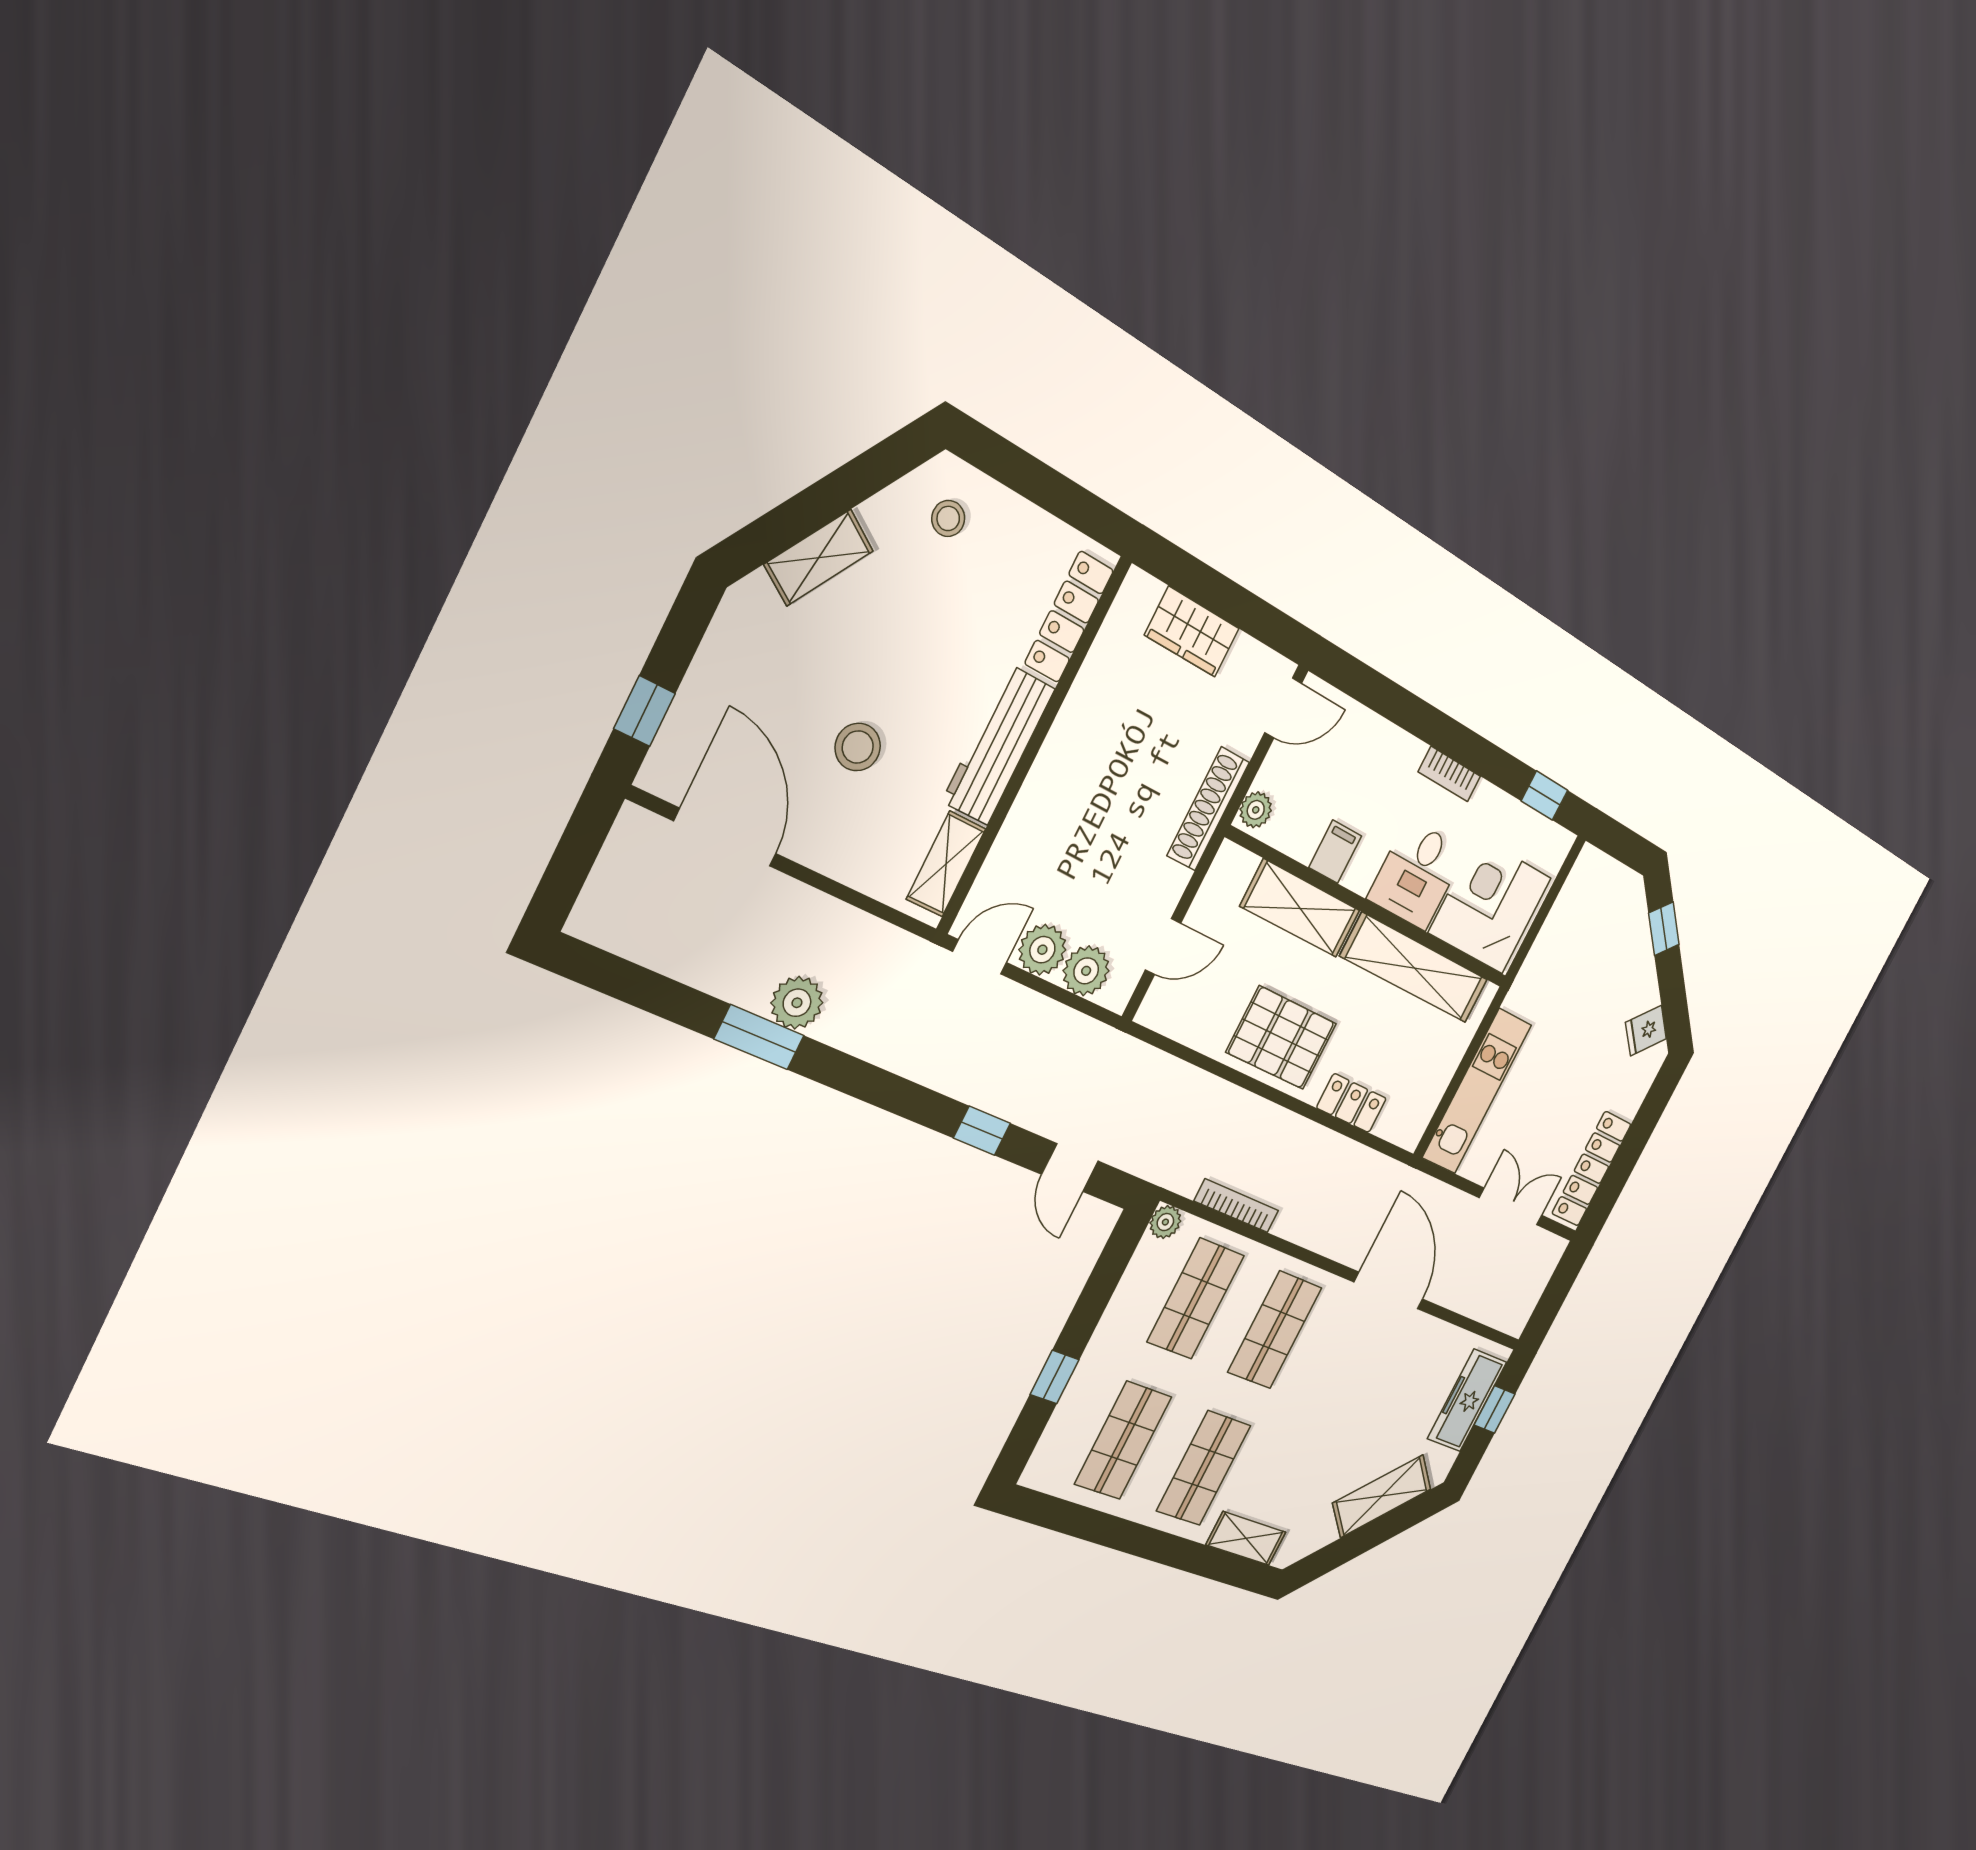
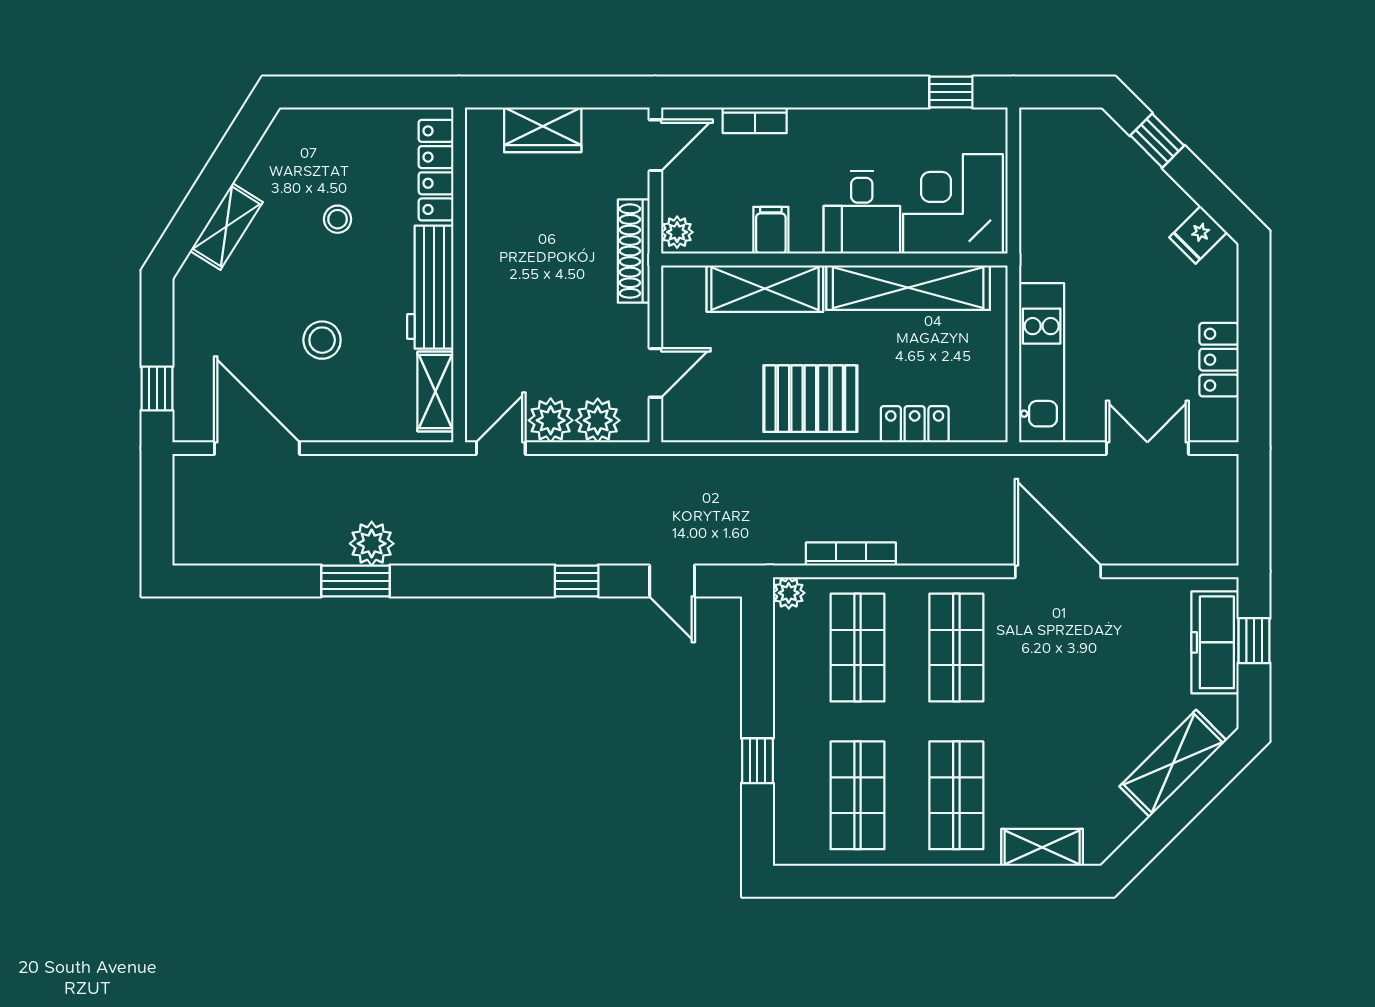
stool: (948, 518) -> (338, 219), moved
bookcase: (1449, 774) -> (755, 120), moved
locker: (1591, 1169) -> (1219, 360), width x0.66

